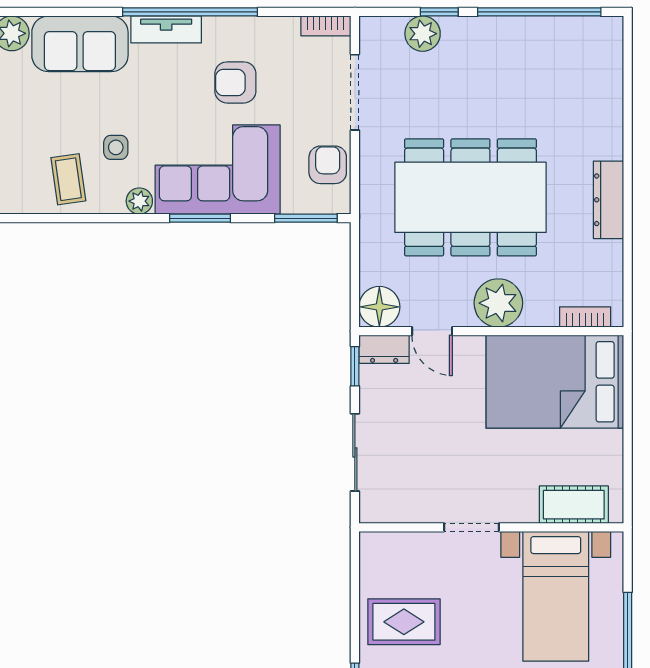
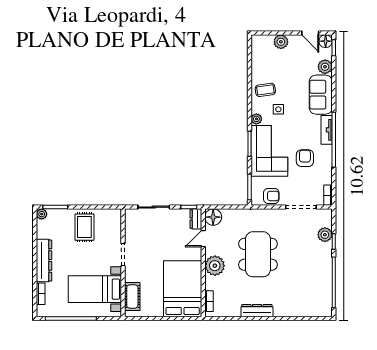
dining table: (470, 197) -> (258, 254), width x0.73, depth x0.80

